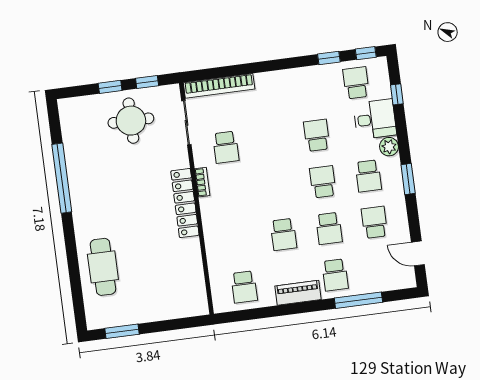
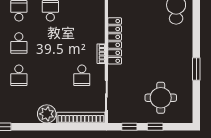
plant: (269, 85) -> (47, 114), added
round table: (131, 121) -> (161, 98), moved
school desk: (226, 147) -> (82, 75), turned 180
window: (62, 178) -> (196, 69), width x0.47

